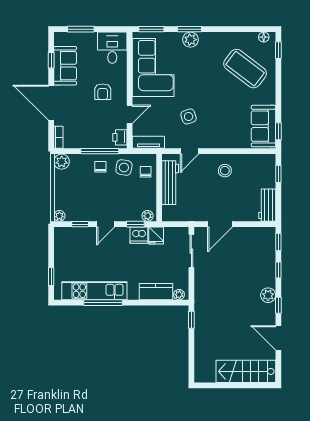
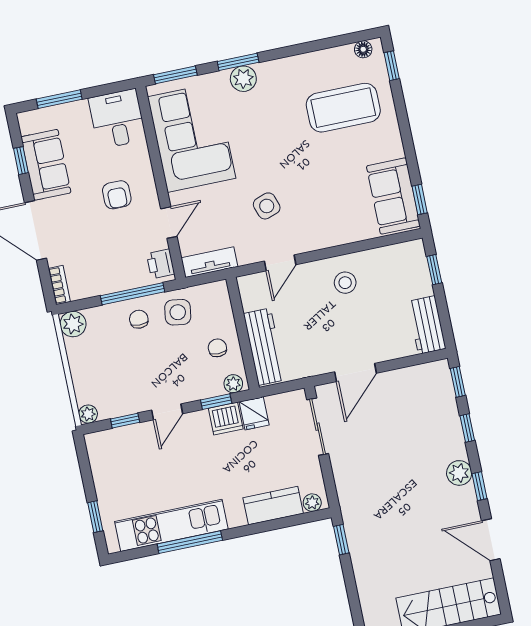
coffee table: (245, 69) -> (343, 108), turned -37
chair: (146, 172) -> (217, 348), moved
workbench: (170, 183) -> (264, 347), moved

